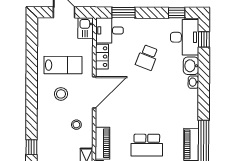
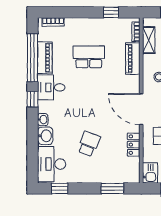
desk: (109, 30) -> (51, 87), moved, turned 180
window: (204, 39) -> (32, 99), moved
door: (94, 92) -> (141, 109), hinge flipped

